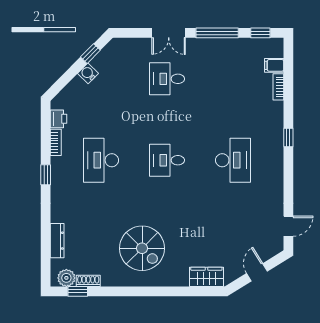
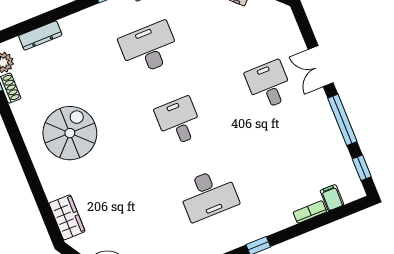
spiral stairs: (142, 248) -> (70, 133), turned 180

